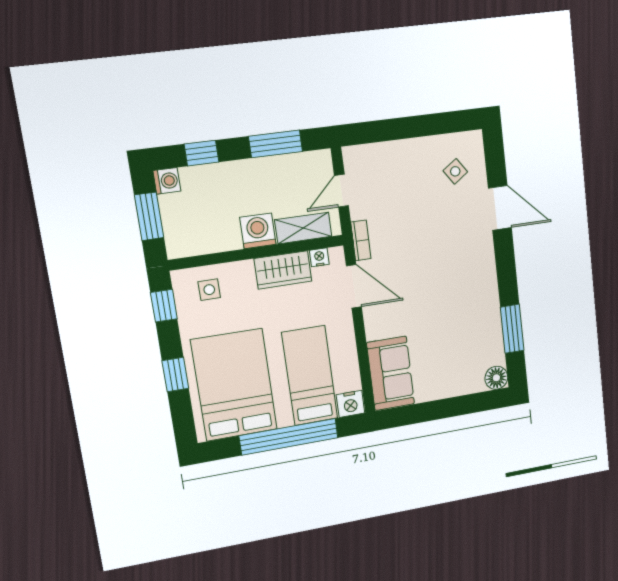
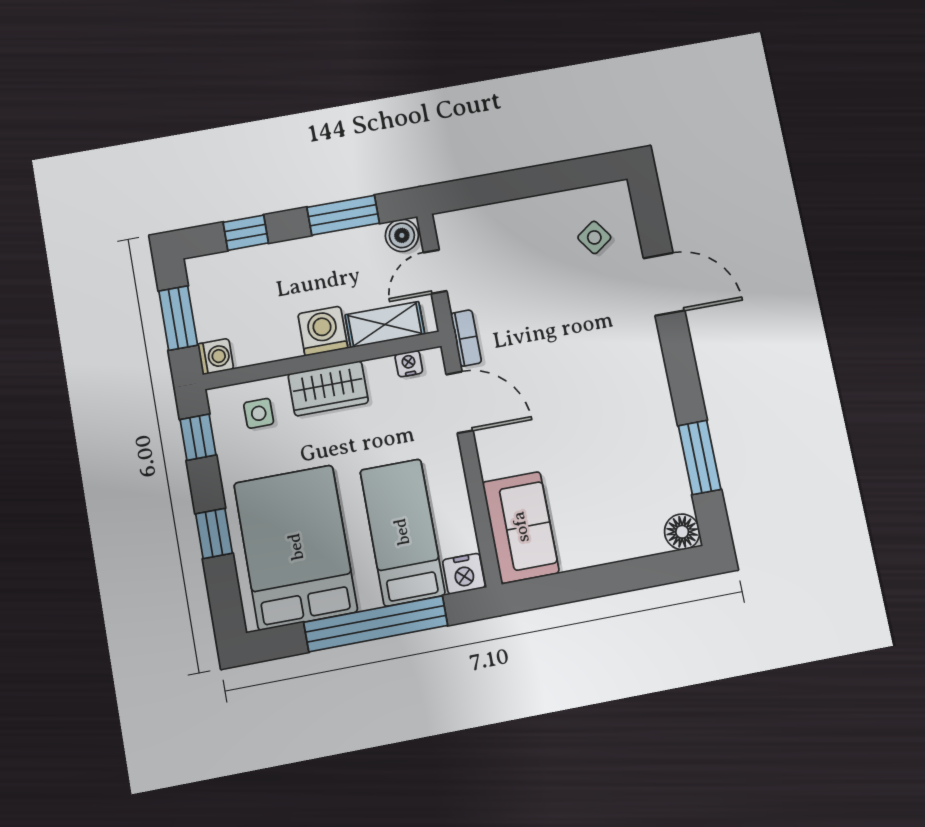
boiler: (319, 162) -> (402, 235), added
washing machine: (167, 181) -> (216, 357), moved
wardrobe: (283, 270) -> (328, 388), moved

